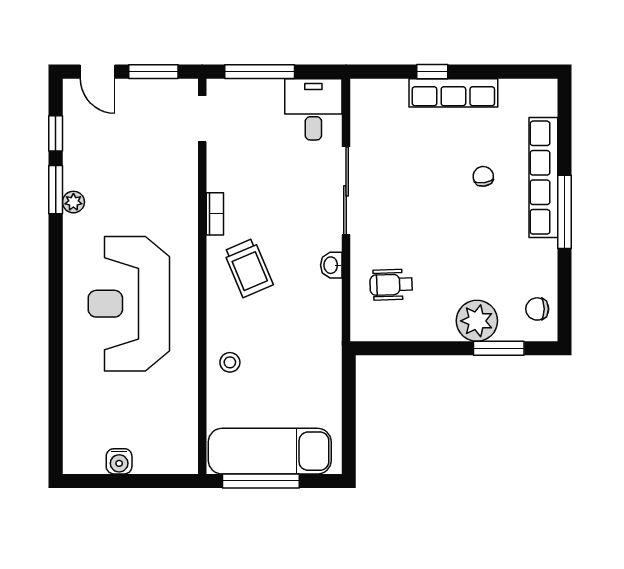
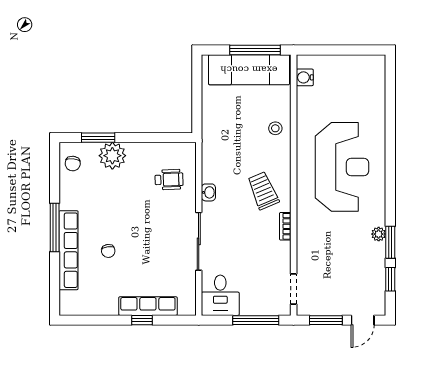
door: (98, 72) -> (363, 320), swing flipped
row of seats: (453, 93) -> (148, 306), moved
chair: (537, 309) -> (73, 164), turned 96
water cooler: (119, 461) -> (305, 77), moved, turned -90

